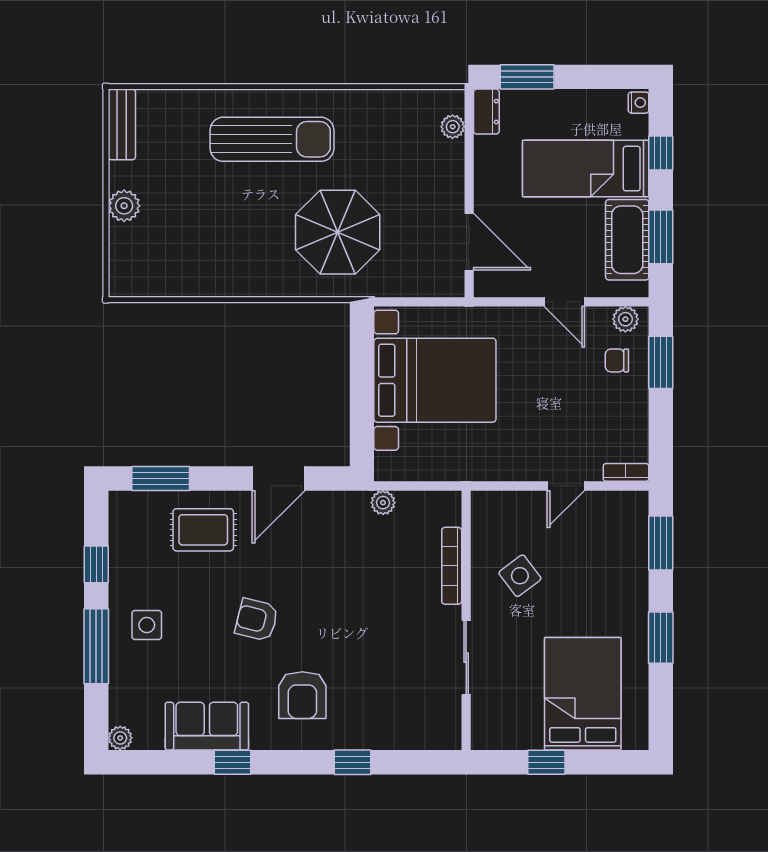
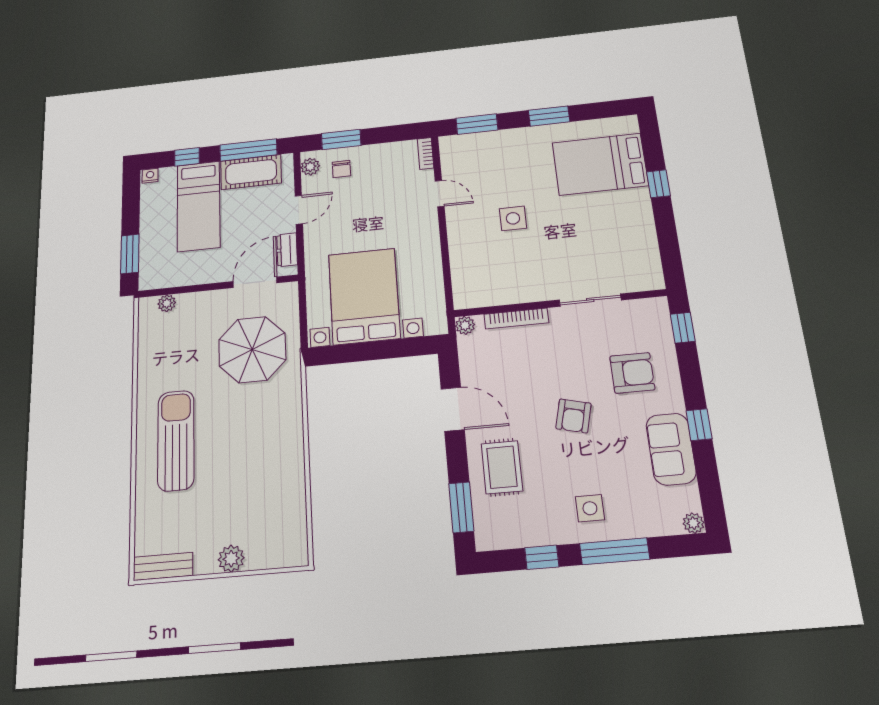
dresser: (486, 112) -> (287, 250), moved, turned -90
parasol: (338, 232) -> (252, 350), moved
window: (661, 237) -> (248, 150), width x1.44
bookcase: (452, 566) -> (516, 319), moved
side table: (520, 576) -> (513, 218), turned 37
wall: (466, 620) -> (560, 303), moved
sliding door: (466, 658) -> (590, 300), moved

